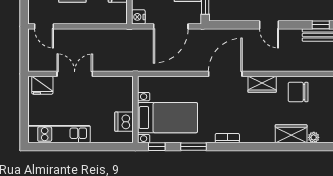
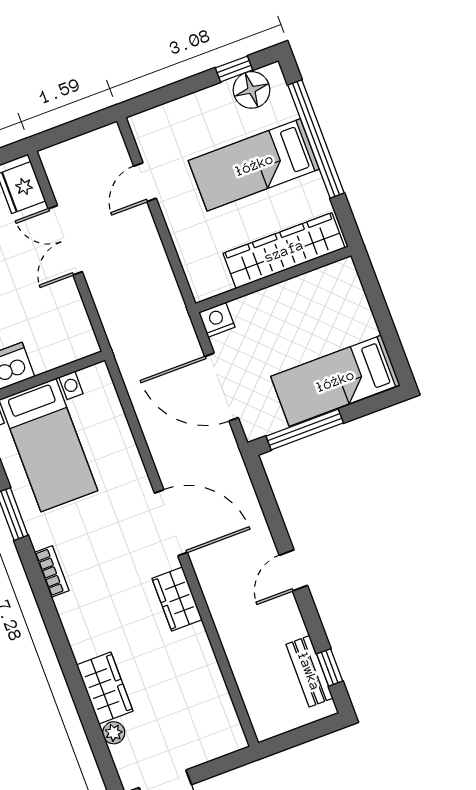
door: (44, 26) -> (145, 182), moved
double door: (75, 74) -> (65, 240), swing flipped
chair: (298, 92) -> (188, 672), removed

